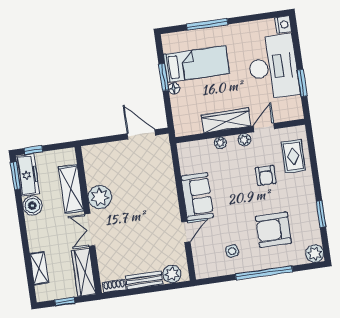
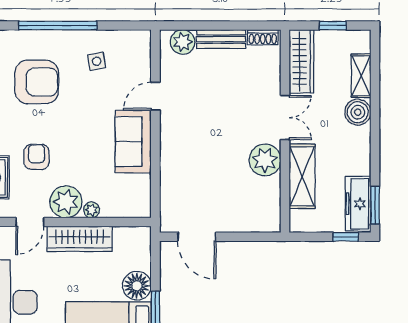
floor lamp: (174, 88) -> (137, 286), width x1.89, depth x1.89
plant: (244, 140) -> (66, 202), width x1.87, depth x1.87
boiler: (32, 206) -> (358, 112), moved

